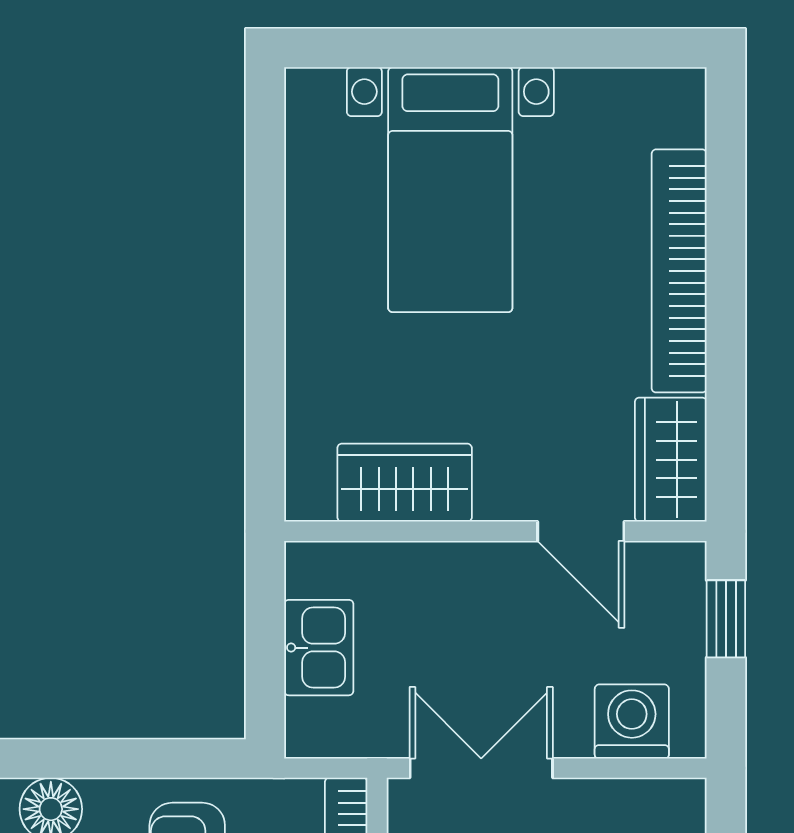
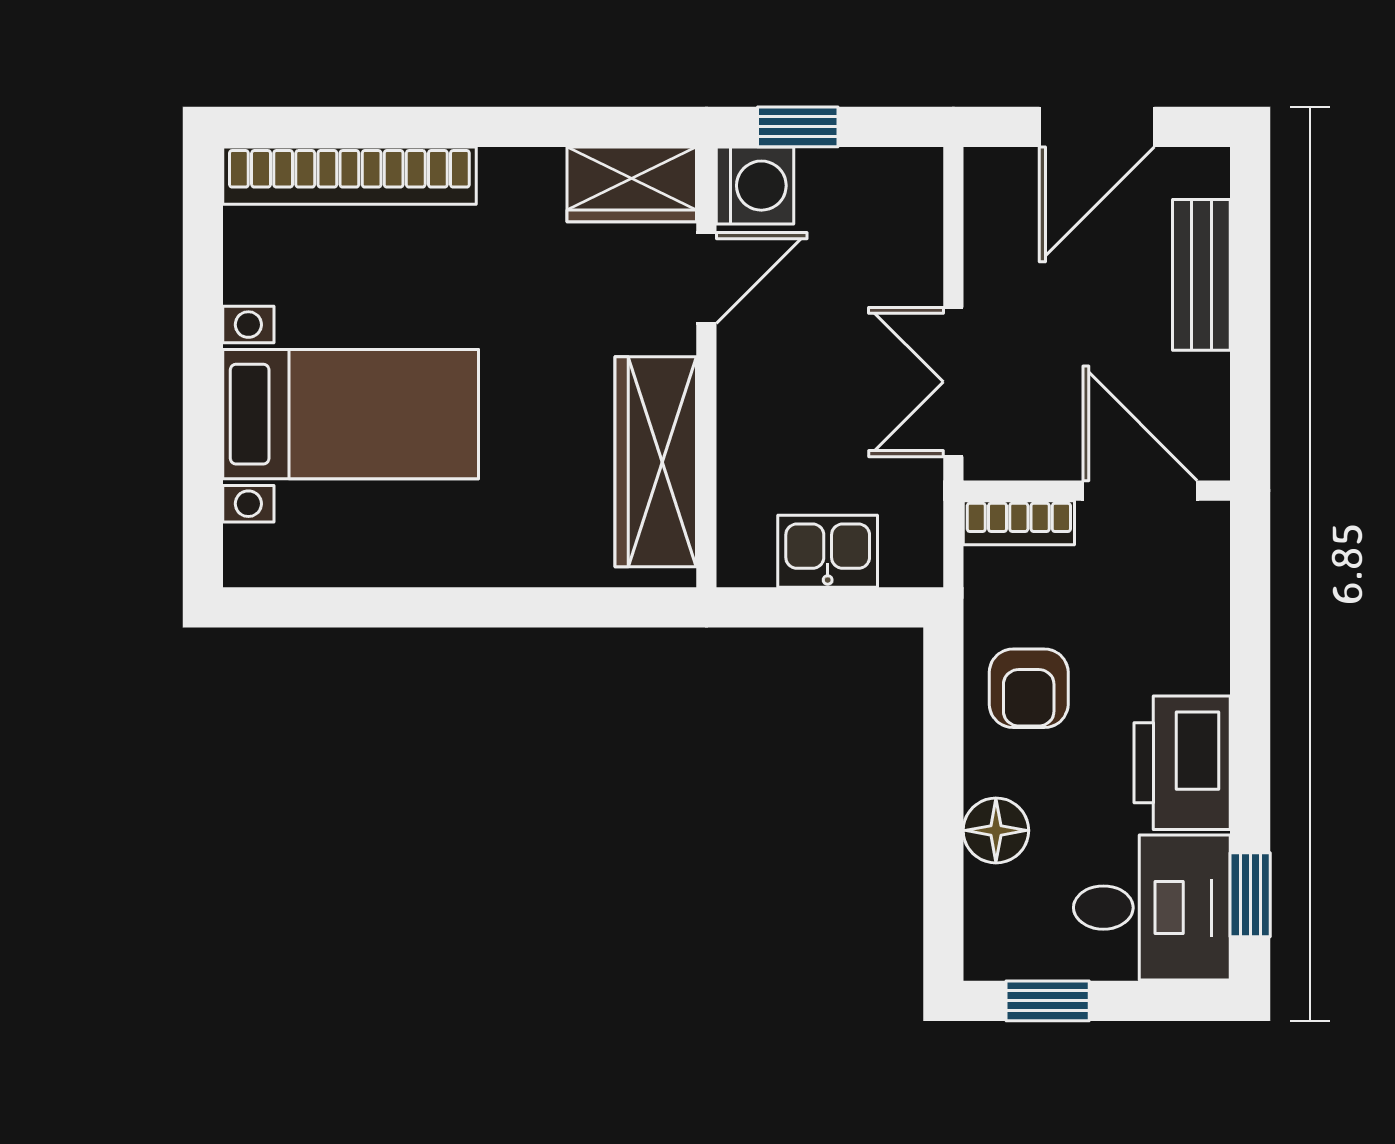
bookcase: (679, 271) -> (349, 176), moved
wardrobe: (405, 483) -> (656, 462), width x1.50
washing machine: (632, 721) -> (755, 186), moved, turned 180

